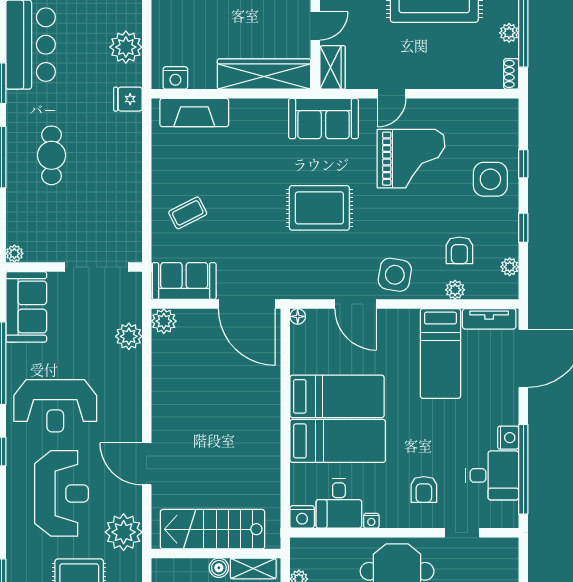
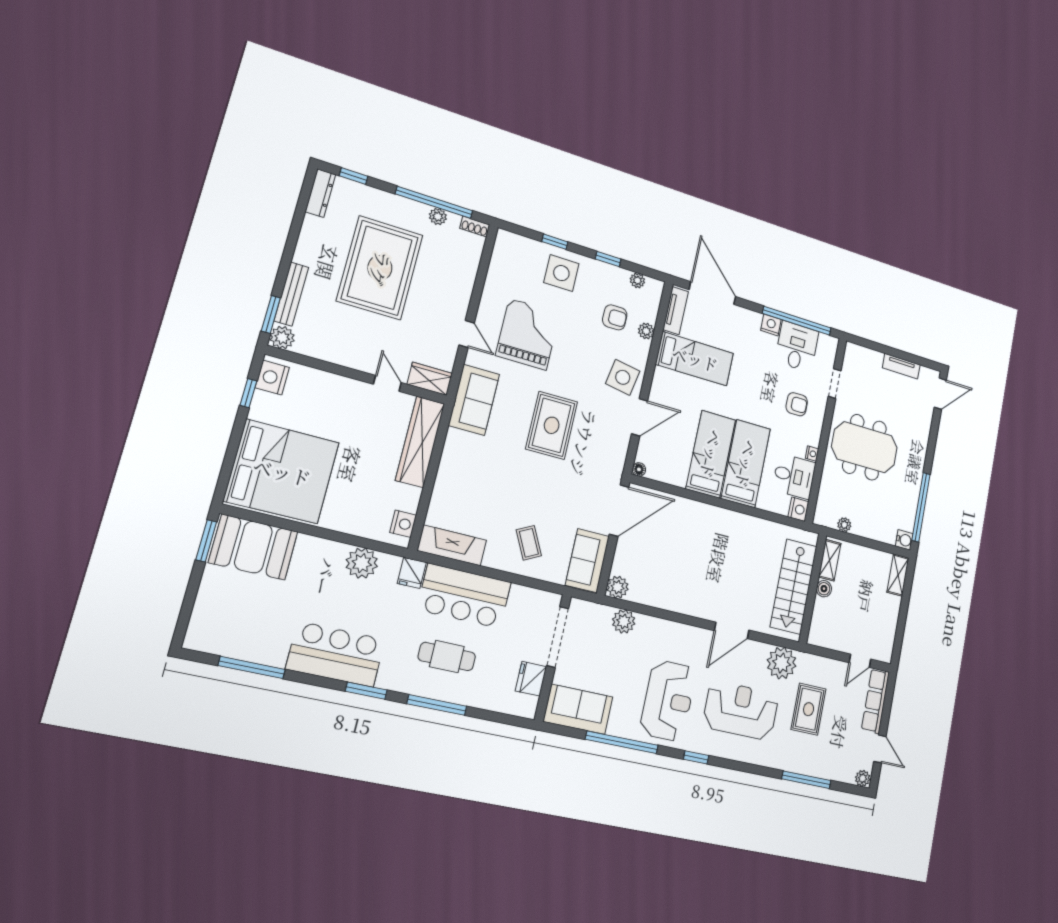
fireplace: (194, 113) -> (452, 545), moved, turned -90
bar counter: (117, 158) -> (464, 596), added
fridge: (47, 249) -> (531, 679), added
plant: (14, 253) -> (528, 710), removed

